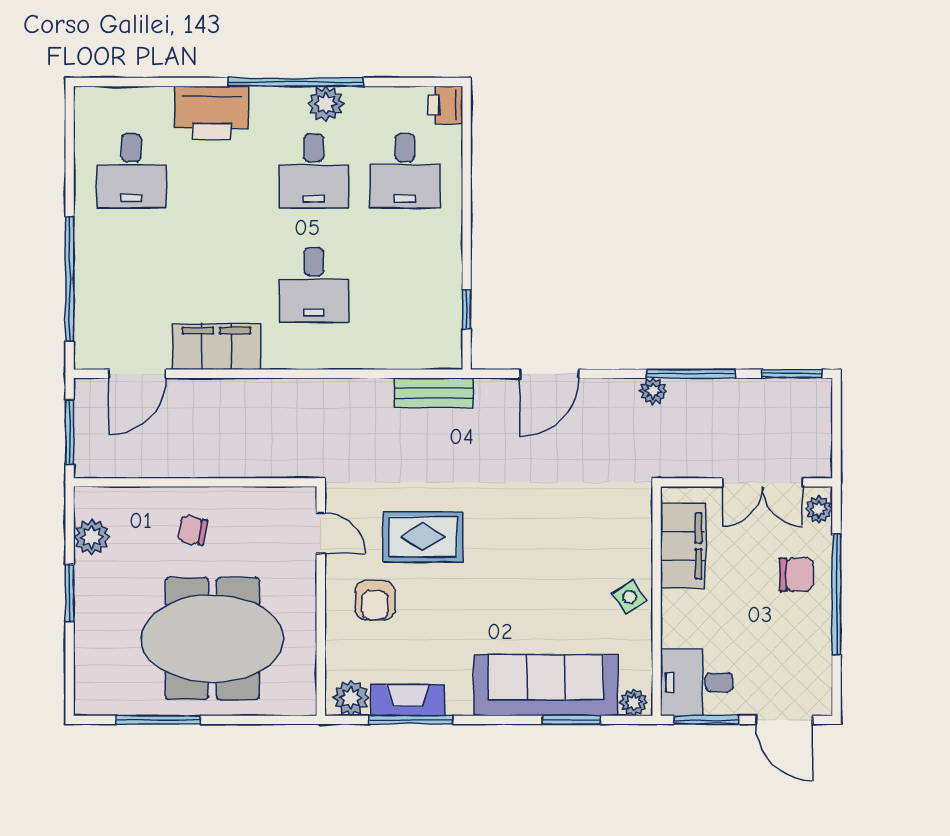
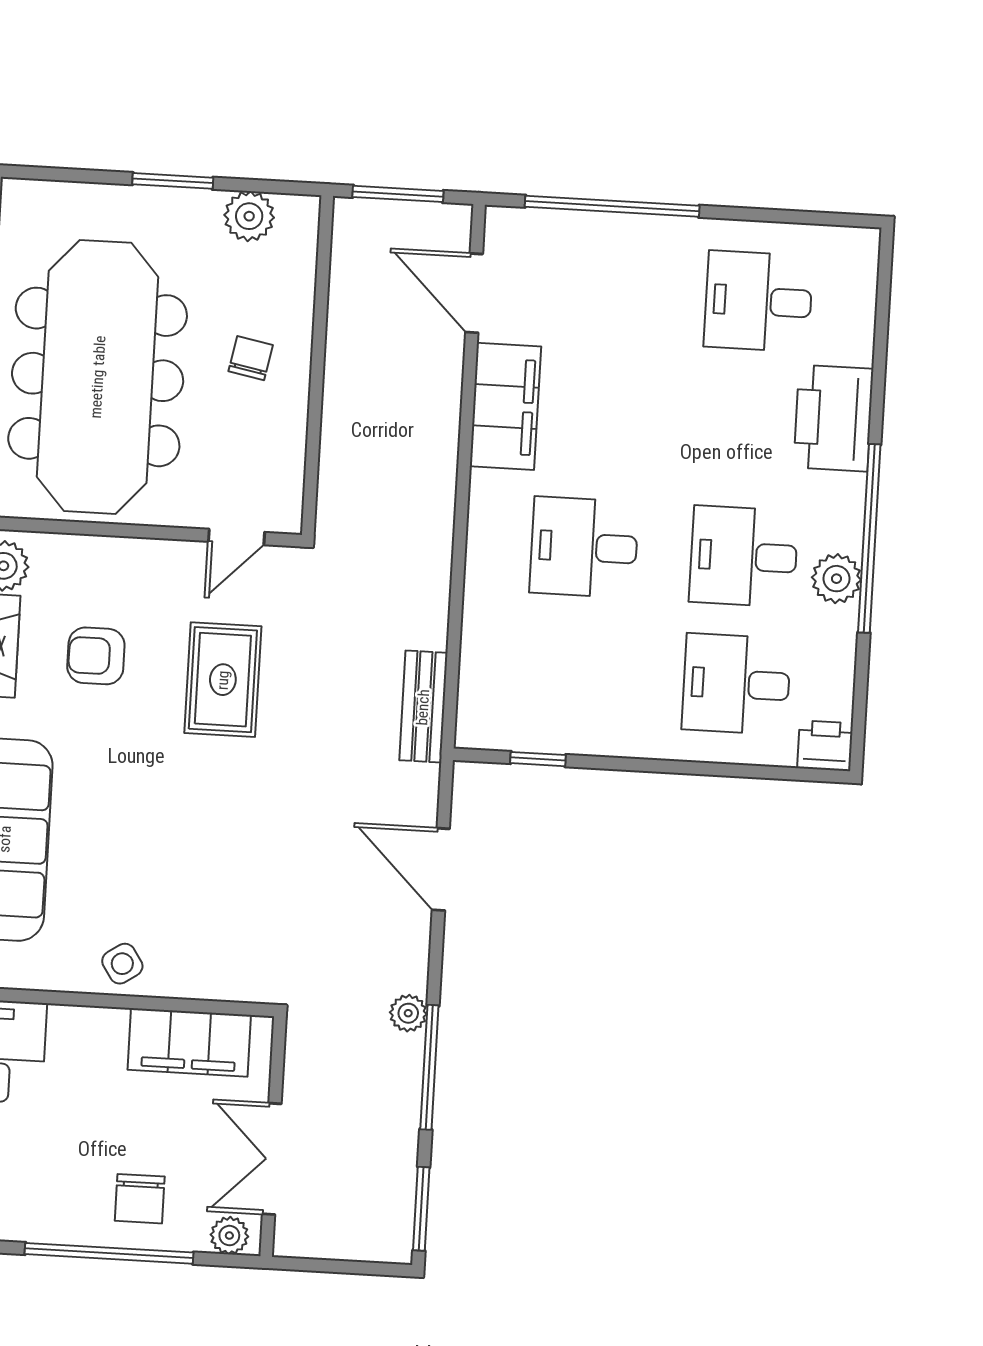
armchair: (375, 600) -> (96, 656), moved
meeting table: (212, 639) -> (98, 377), width x1.36

